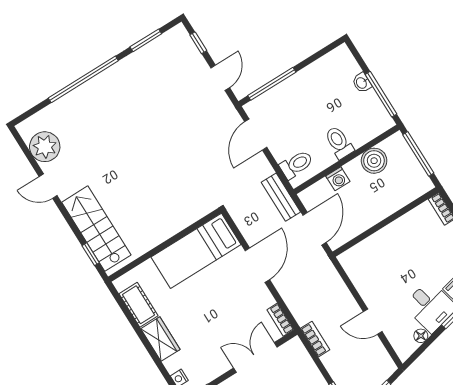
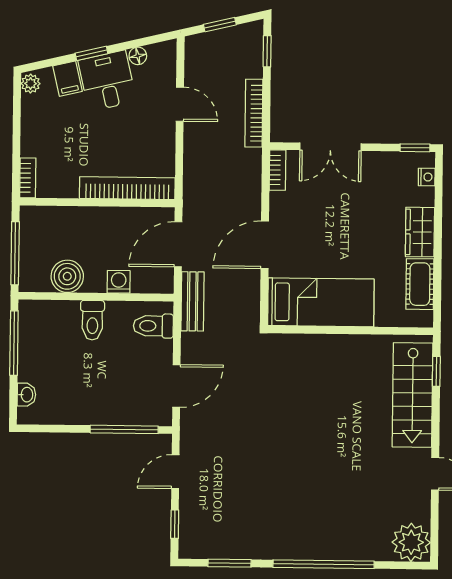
washbasin: (362, 83) -> (26, 395), moved
plant: (45, 147) -> (411, 542), moved
bookcase: (372, 244) -> (127, 188), added
bookcase: (315, 339) -> (254, 113), width x1.56

